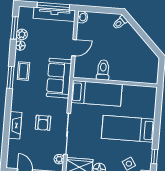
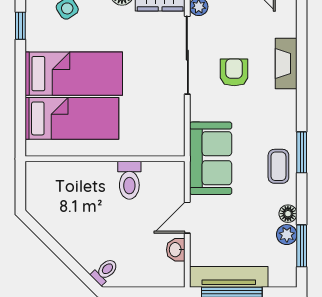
washbasin: (83, 17) -> (176, 250), moved
bed: (97, 93) -> (72, 118), moved, turned 180

